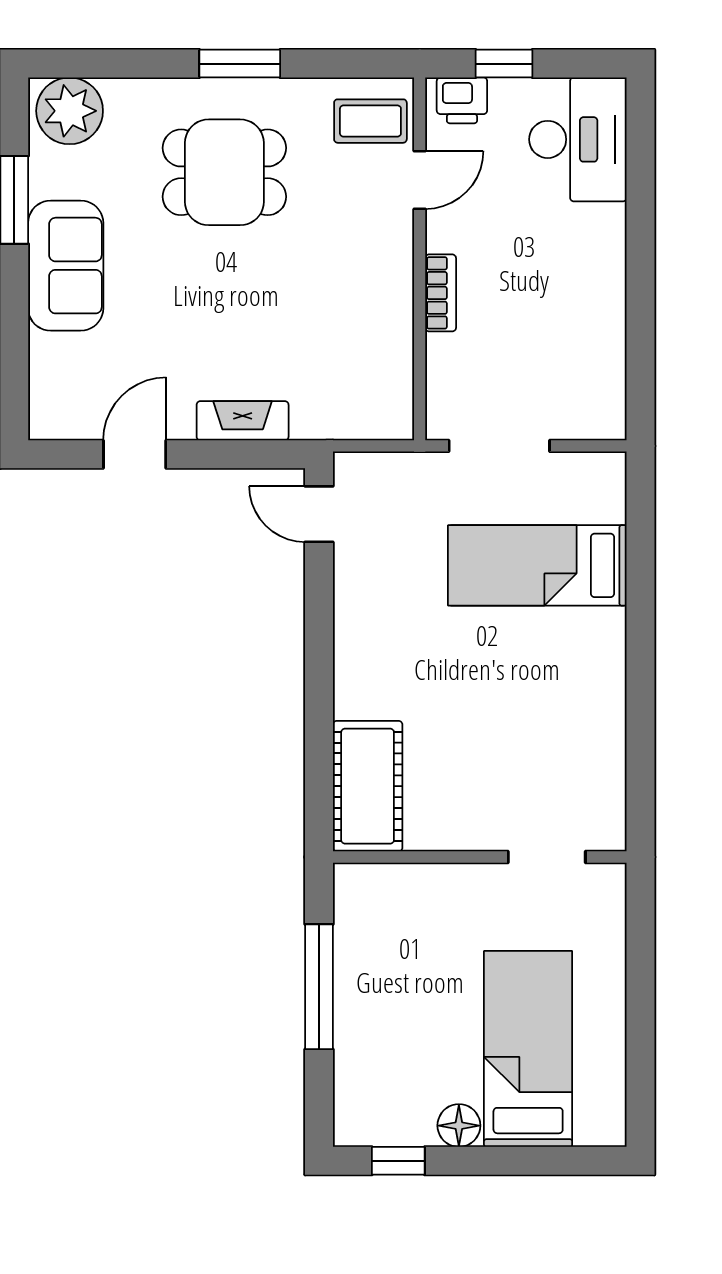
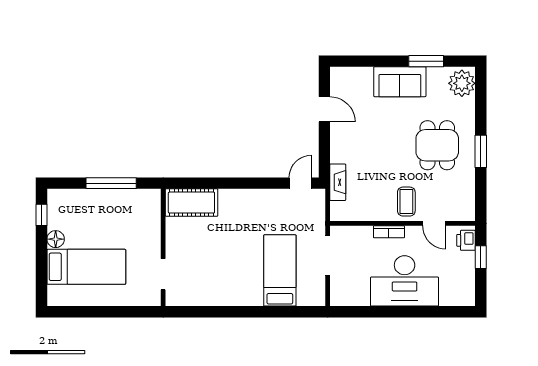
coffee table: (370, 121) -> (406, 202), moved
desk: (578, 139) -> (405, 281), moved, width x1.36, depth x1.30
fireplace: (243, 421) -> (338, 182), moved

